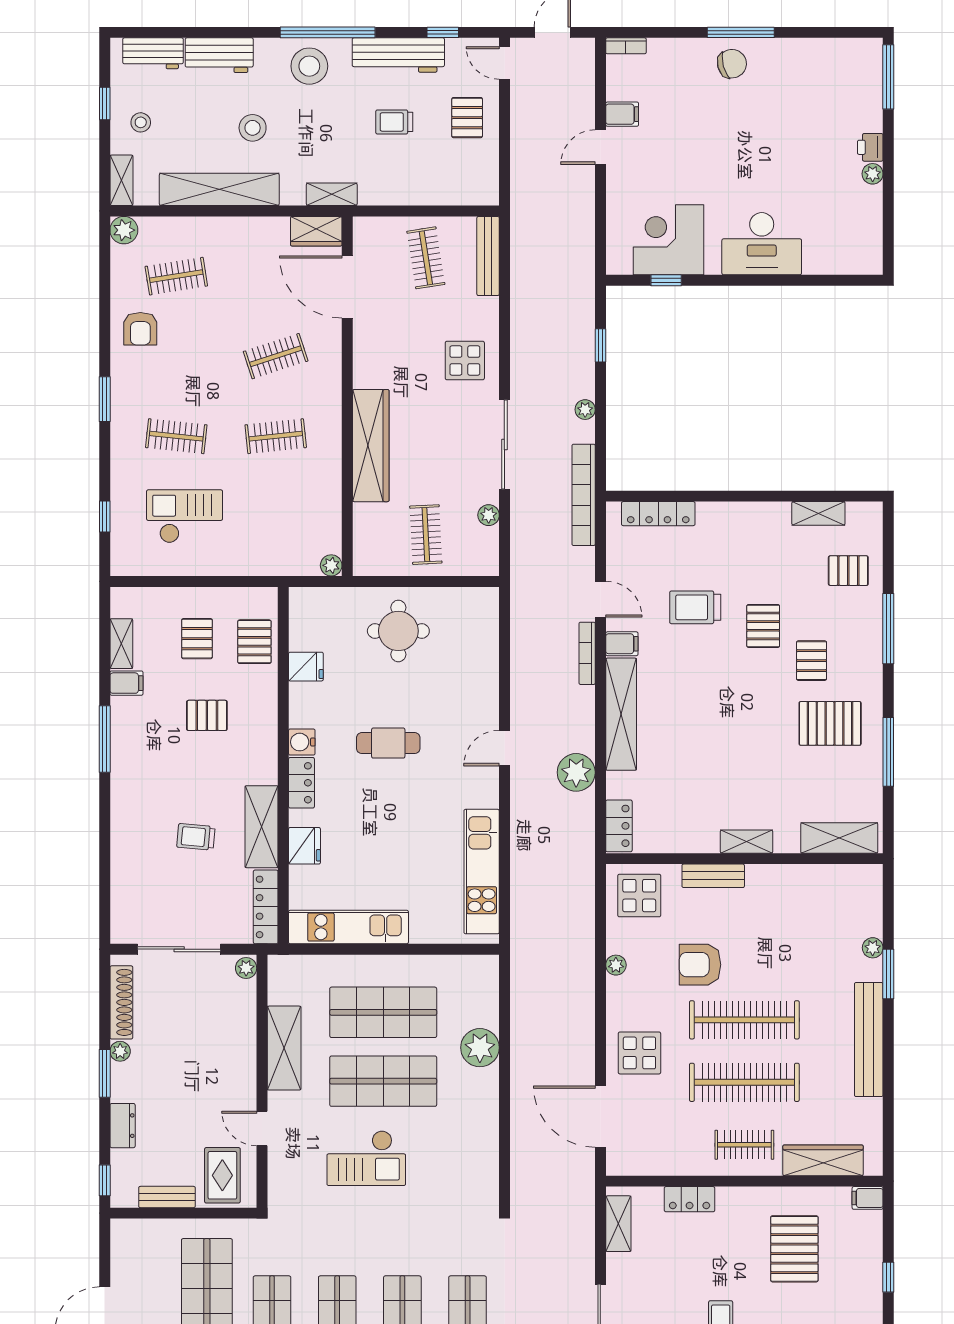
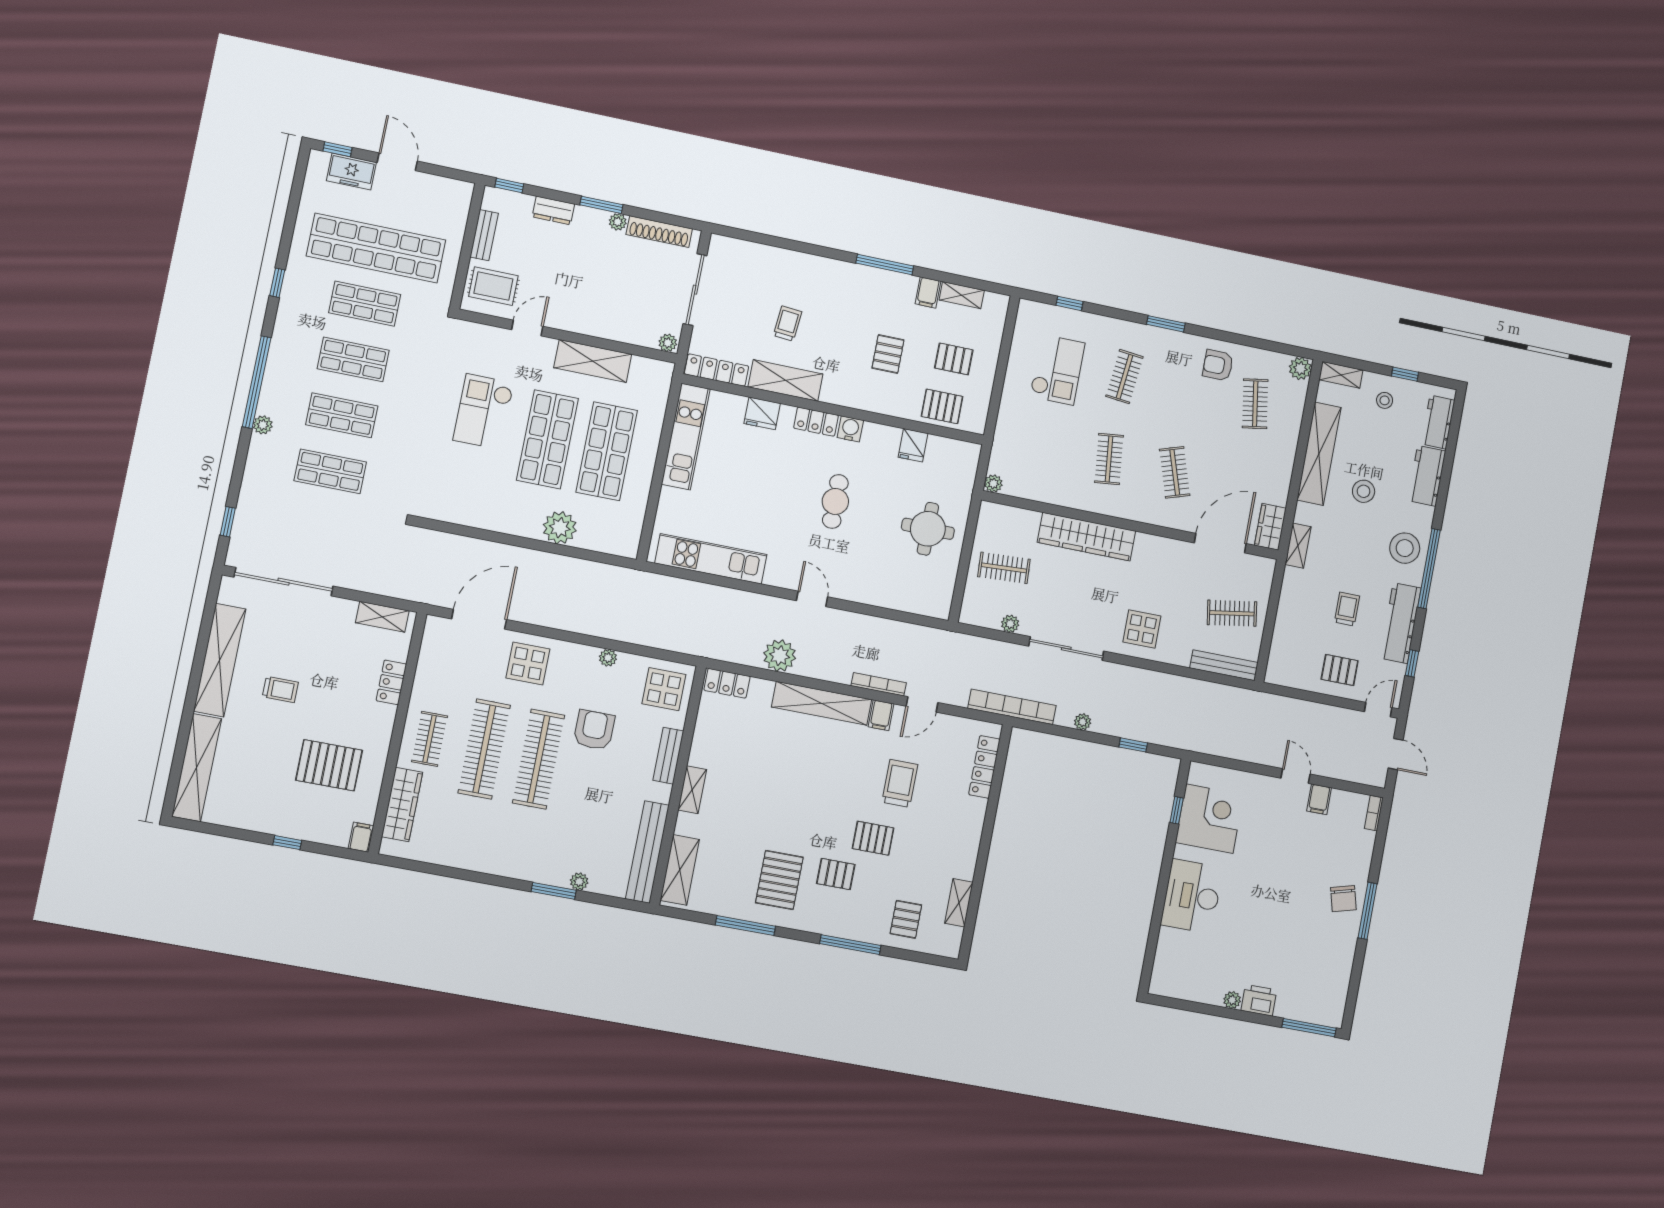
printer: (870, 147) -> (1259, 1000), width x1.36, depth x1.24
bench: (869, 1040) -> (647, 852), moved, turned 90

